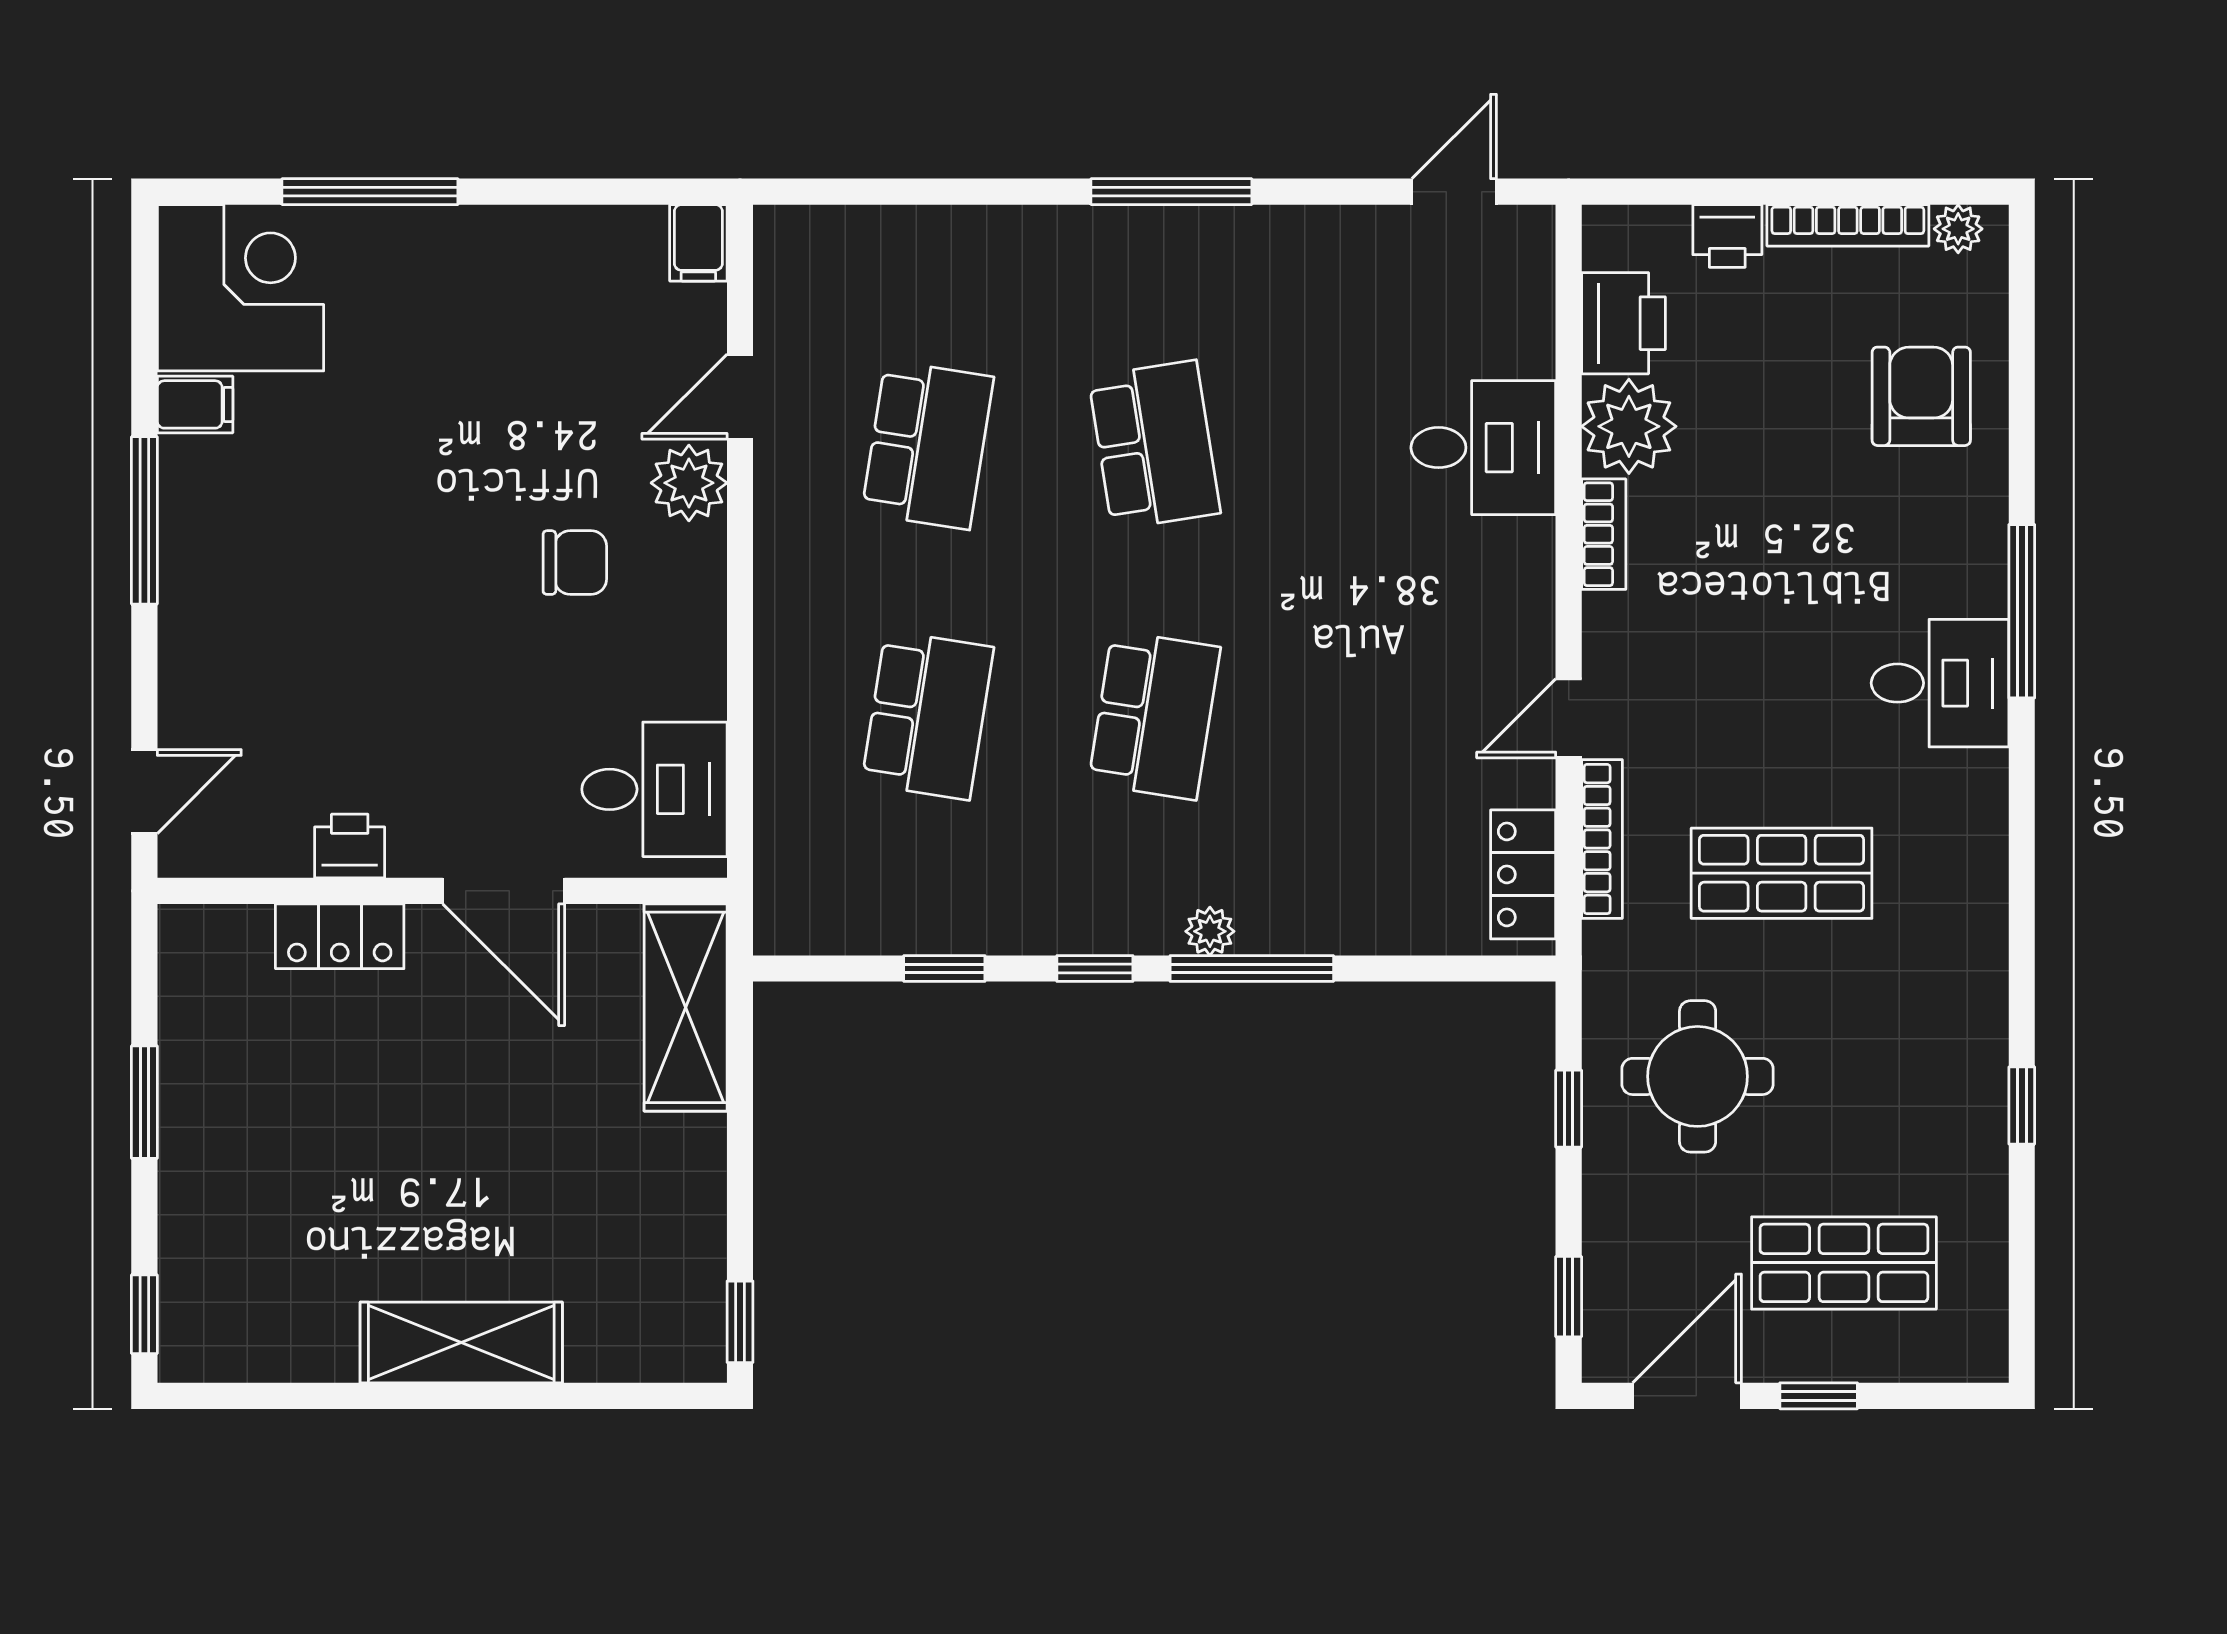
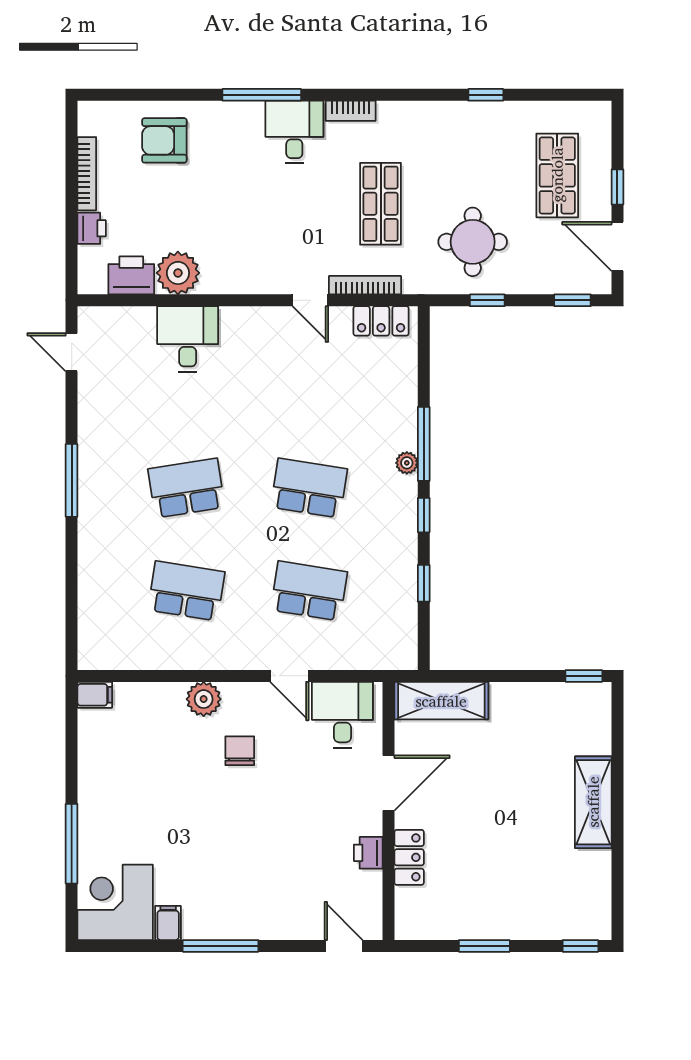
plant: (1958, 229) -> (88, 124), removed
door: (740, 397) -> (289, 676), moved
bookcase: (1604, 534) -> (351, 111), moved, turned 180

